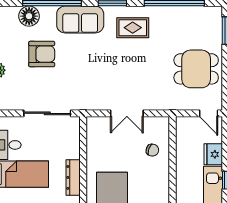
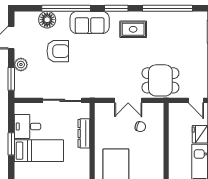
dining table: (196, 69) -> (160, 80), moved
chair: (152, 150) -> (140, 127), moved
dresser: (73, 177) -> (84, 133), moved

